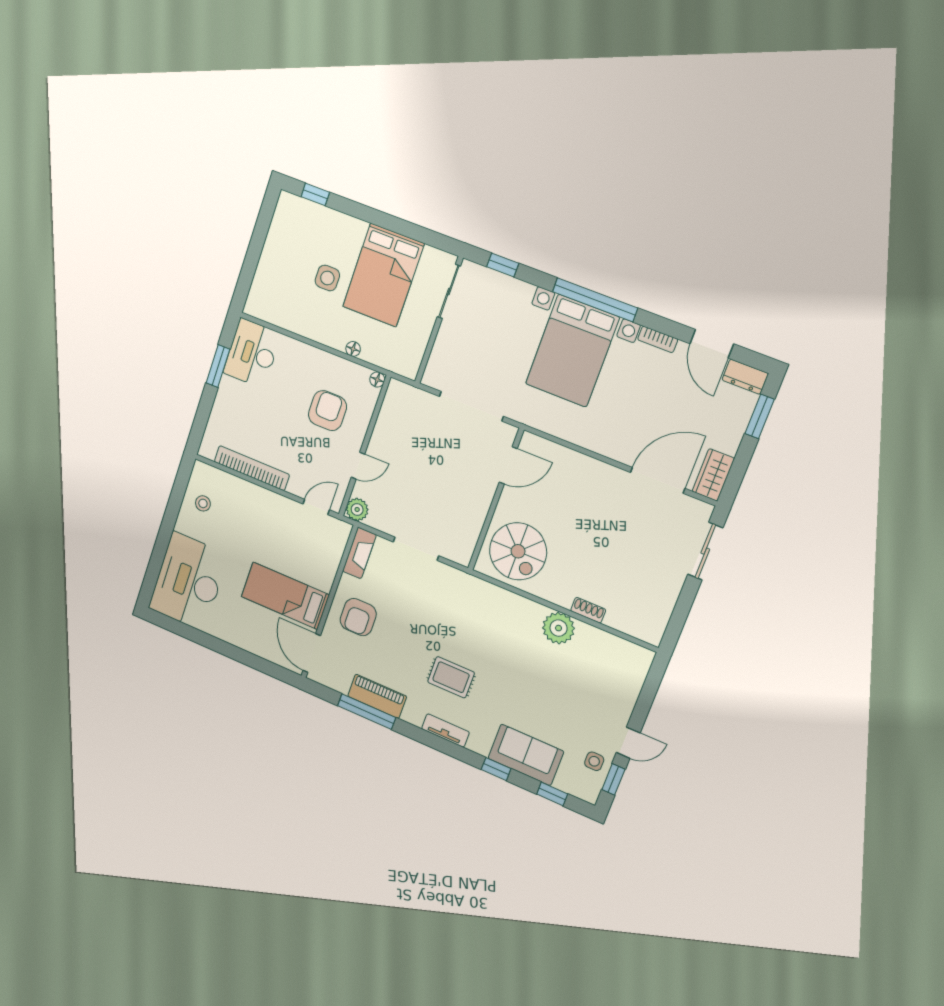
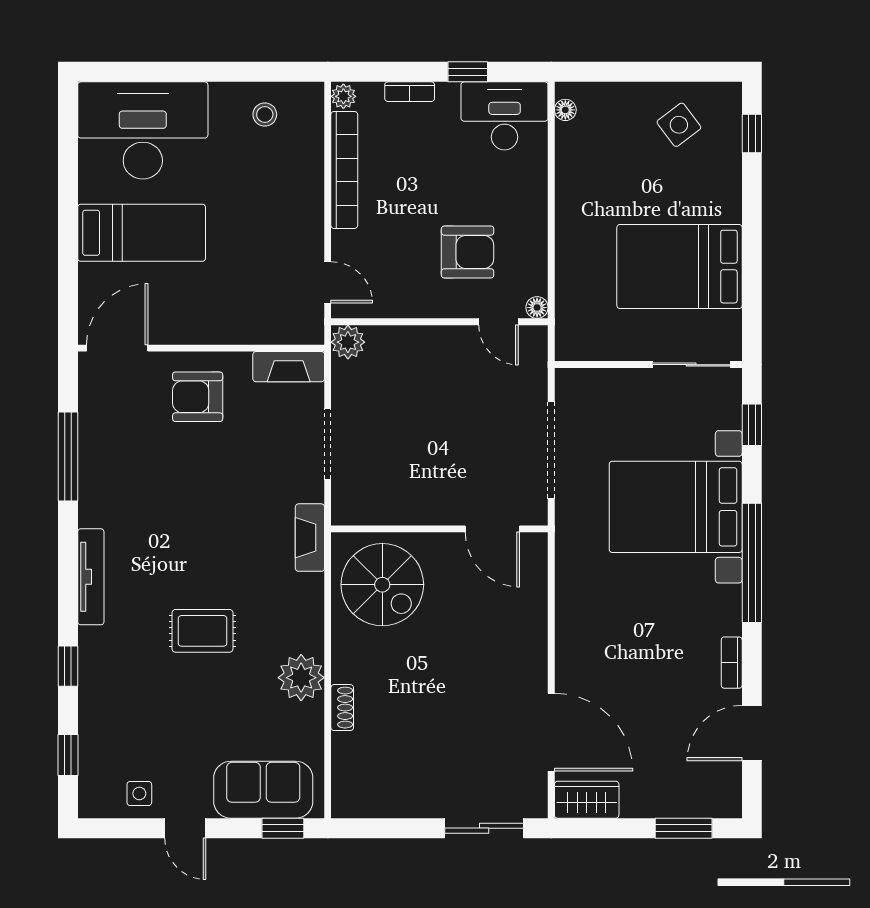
side table: (327, 278) -> (679, 125), moved, turned -37
floor lamp: (353, 349) -> (565, 110), moved
bed with nightstands: (572, 351) -> (676, 507), moved
window: (218, 366) -> (468, 72), width x0.67
dresser: (745, 377) -> (727, 791), removed
bookcase: (218, 408) -> (410, 92), added
plant: (208, 450) -> (343, 96), added
door: (358, 466) -> (499, 322), moved
spiral stairs: (518, 551) -> (382, 585), turned -90
fireplace: (471, 585) -> (310, 538), added
bed: (285, 596) -> (142, 233), moved, turned 90
rug: (451, 677) -> (202, 631), moved, turned 90
piano: (377, 696) -> (97, 464), removed
tv unit: (445, 730) -> (91, 577), width x1.41
sofa: (526, 755) -> (263, 790), moved, turned -90
window: (613, 779) -> (283, 828), moved

